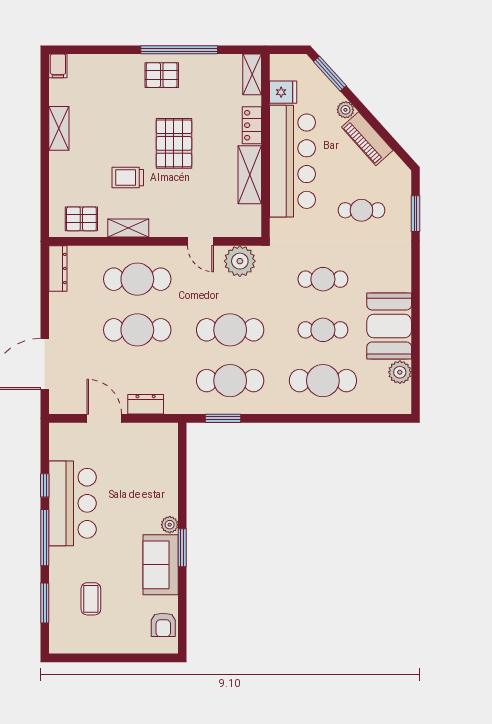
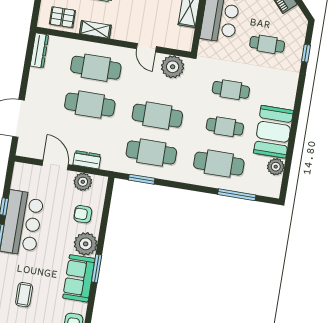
window: (415, 214) -> (306, 53), width x0.67
window: (354, 418) -> (237, 195), added
plant: (145, 435) -> (83, 182), added
armchair: (152, 478) -> (83, 214), added
plant: (170, 525) -> (86, 244), width x1.87, depth x1.87

